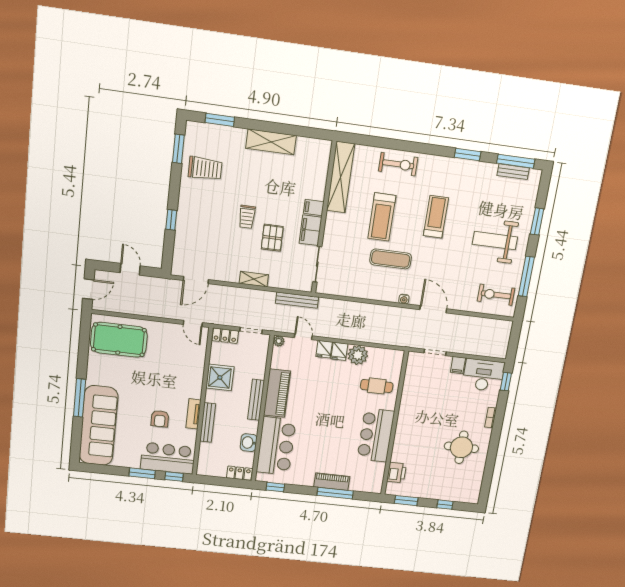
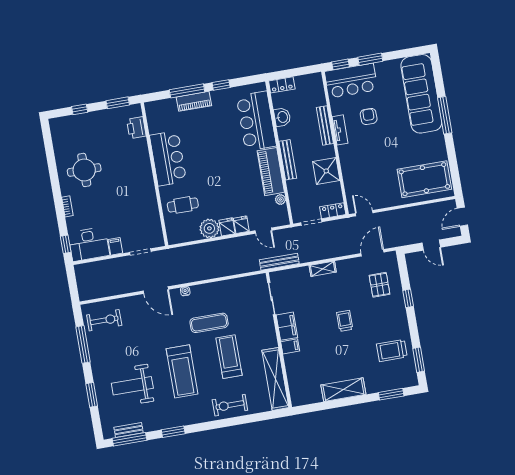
treadmill: (436, 217) -> (182, 371), width x1.37, depth x1.38
pallet: (272, 238) -> (380, 285), moved
weight bench: (495, 241) -> (132, 386), moved, turned 180
plant: (279, 341) -> (280, 199), moved
window: (275, 487) -> (221, 85), moved

